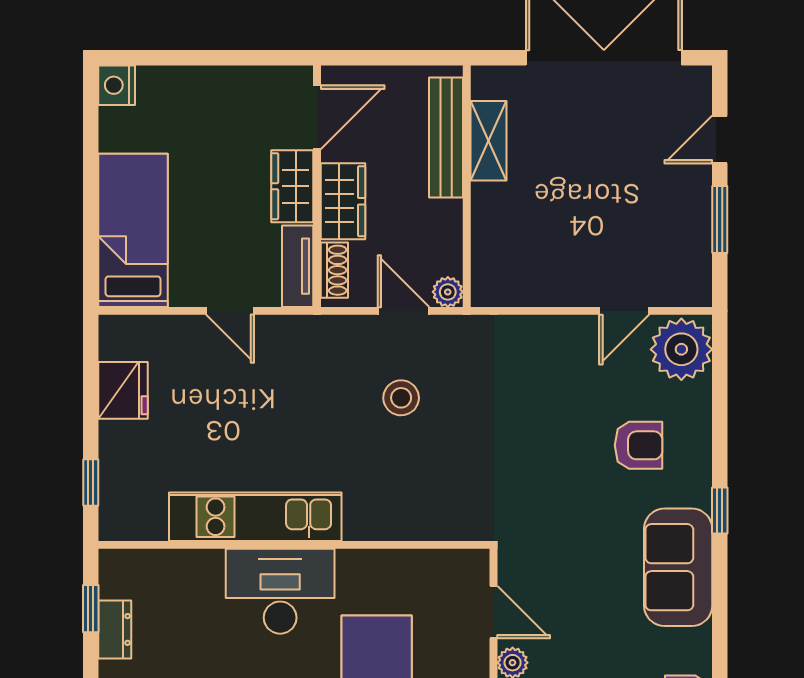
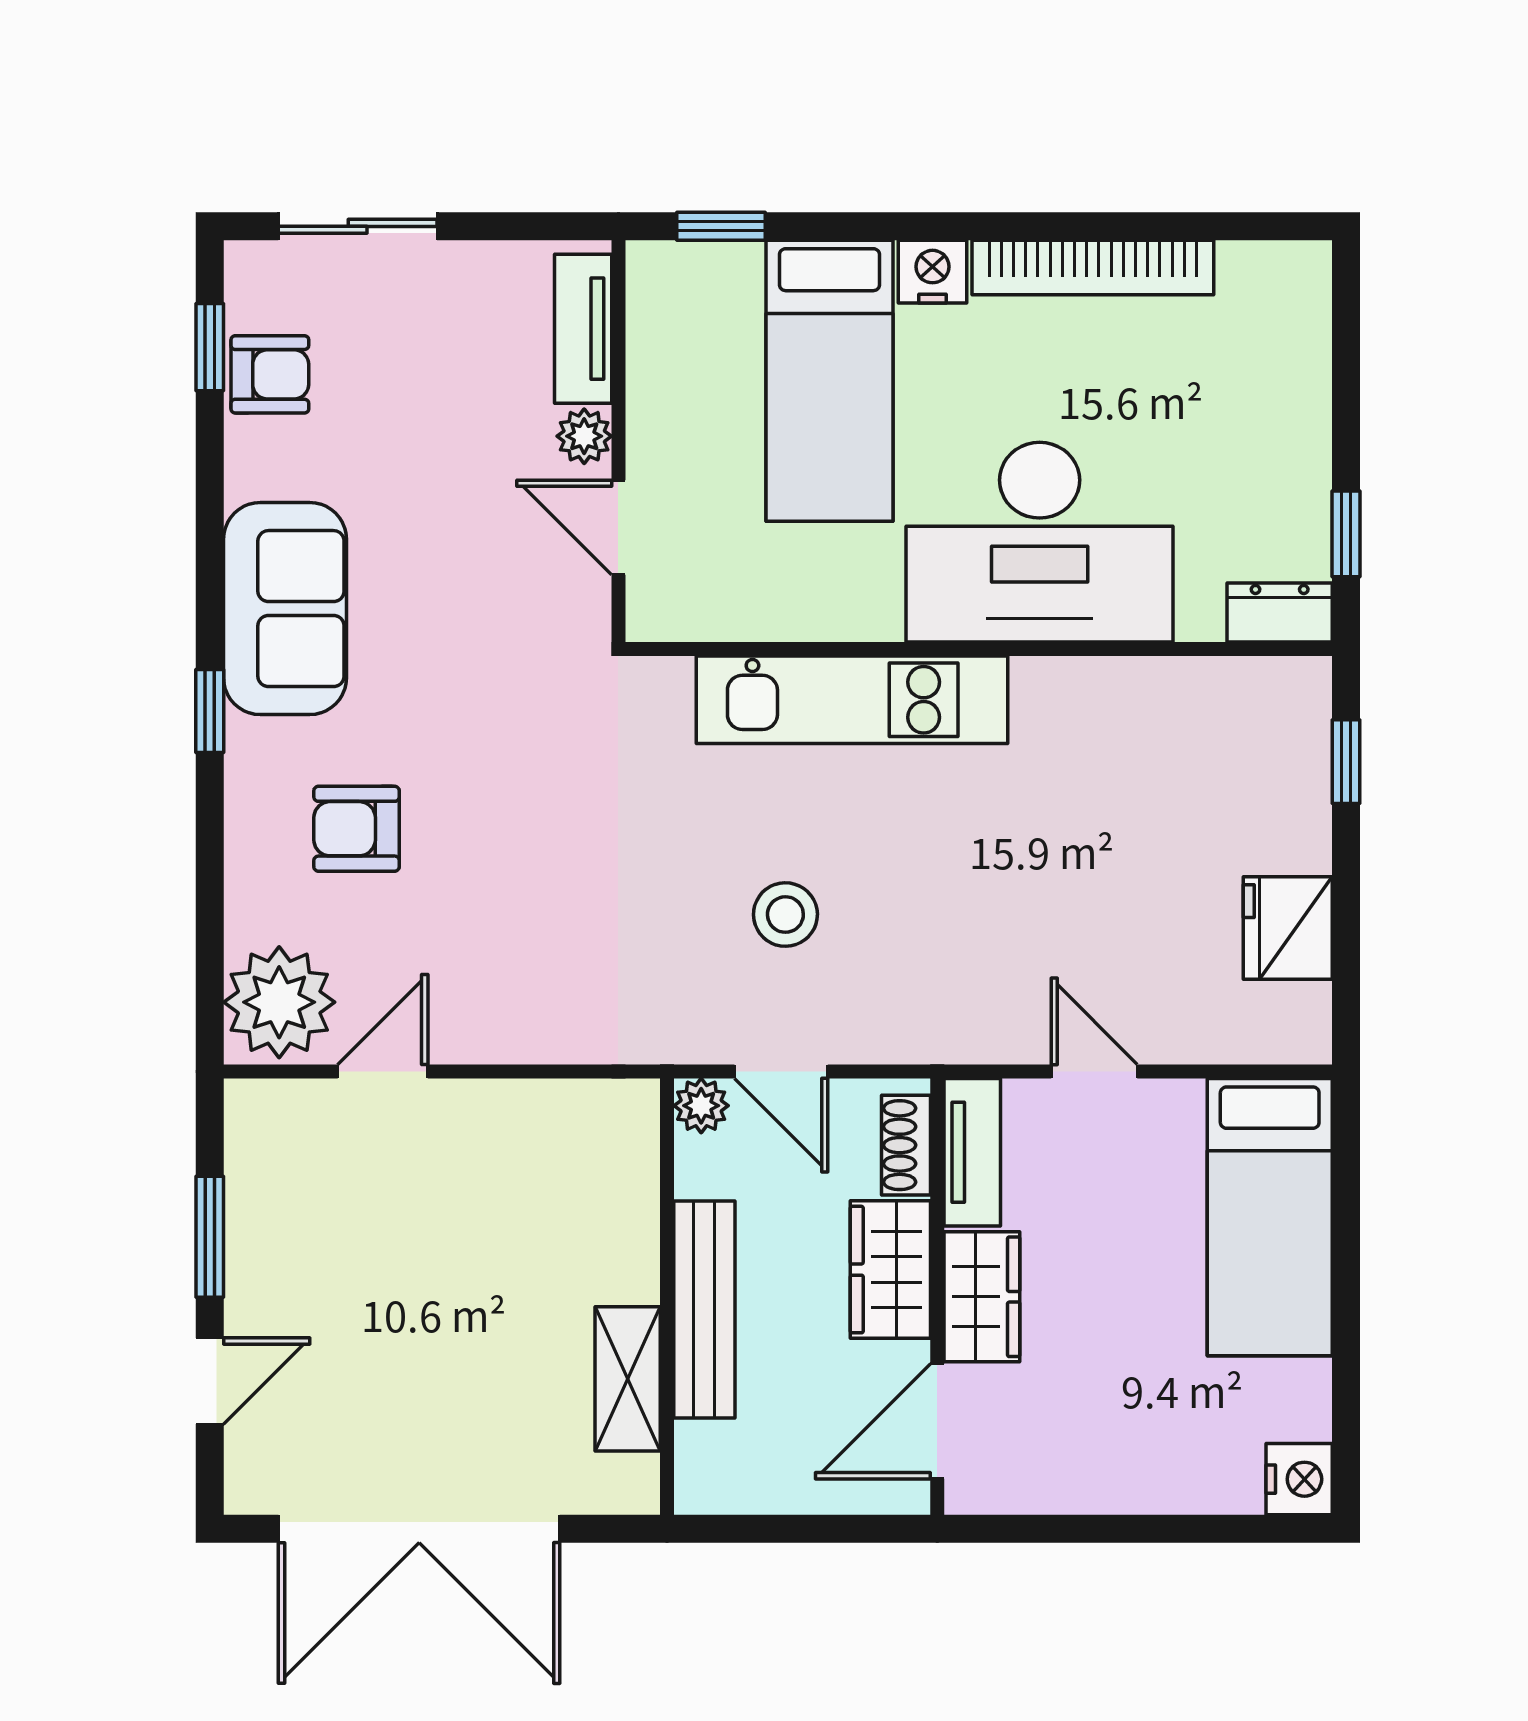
bench: (446, 138) -> (704, 1310), moved
kitchen unit: (255, 517) -> (852, 700), moved
desk: (280, 591) -> (1040, 542), width x1.36, depth x1.30
dresser: (115, 629) -> (1280, 612), moved, turned 90

